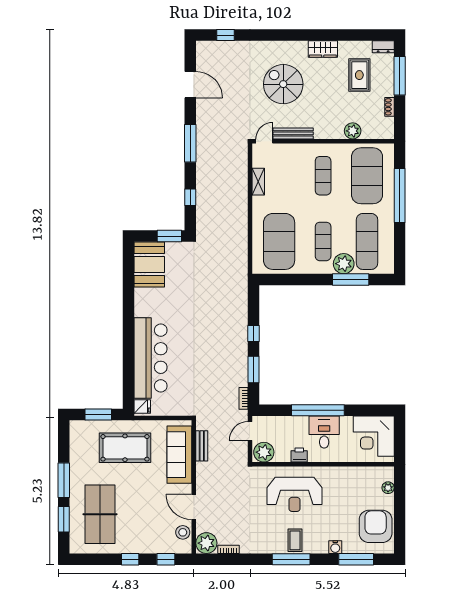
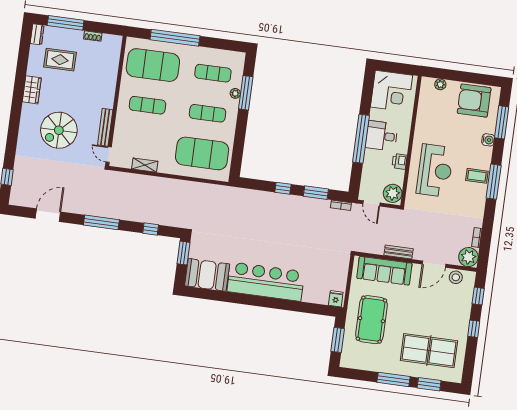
plant: (353, 131) -> (110, 73), removed
exercise mat: (367, 241) -> (213, 73), width x0.73, depth x0.69
plant: (344, 264) -> (235, 93), width x0.53, depth x0.53
bar counter: (151, 358) -> (266, 282), moved
bench: (202, 446) -> (399, 252), moved

